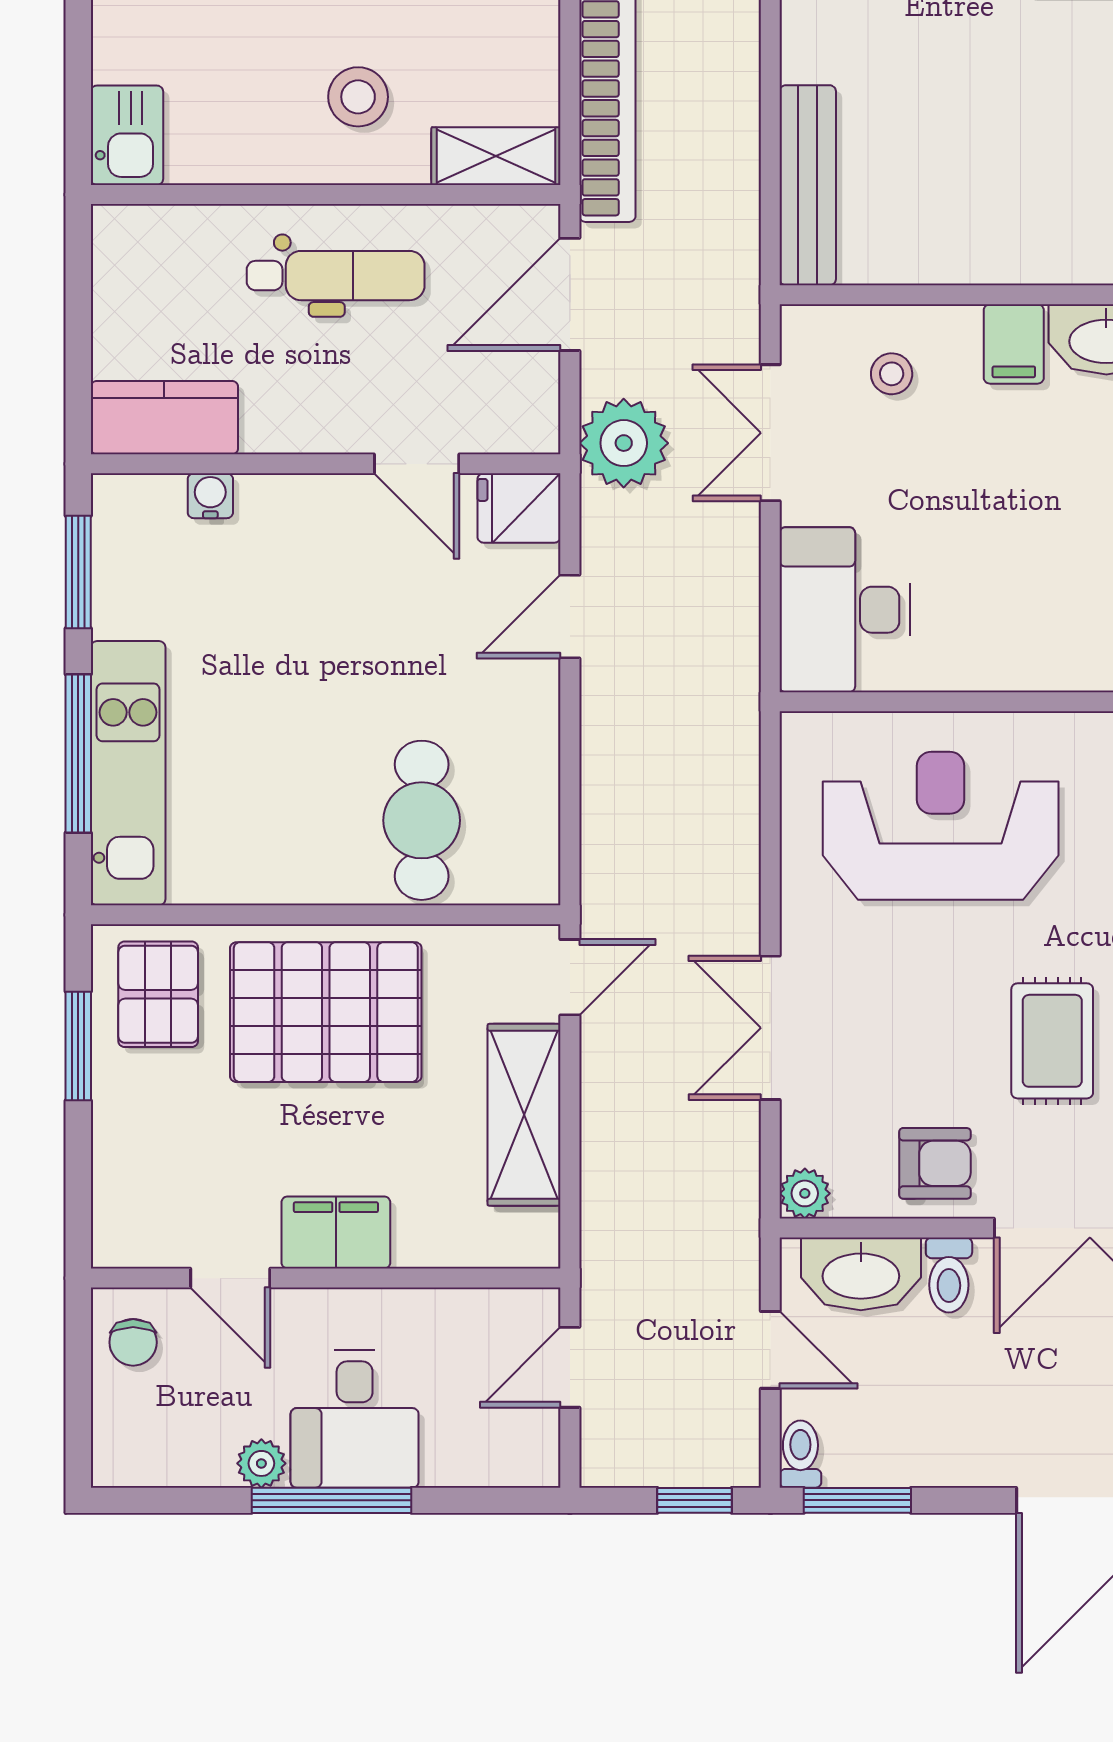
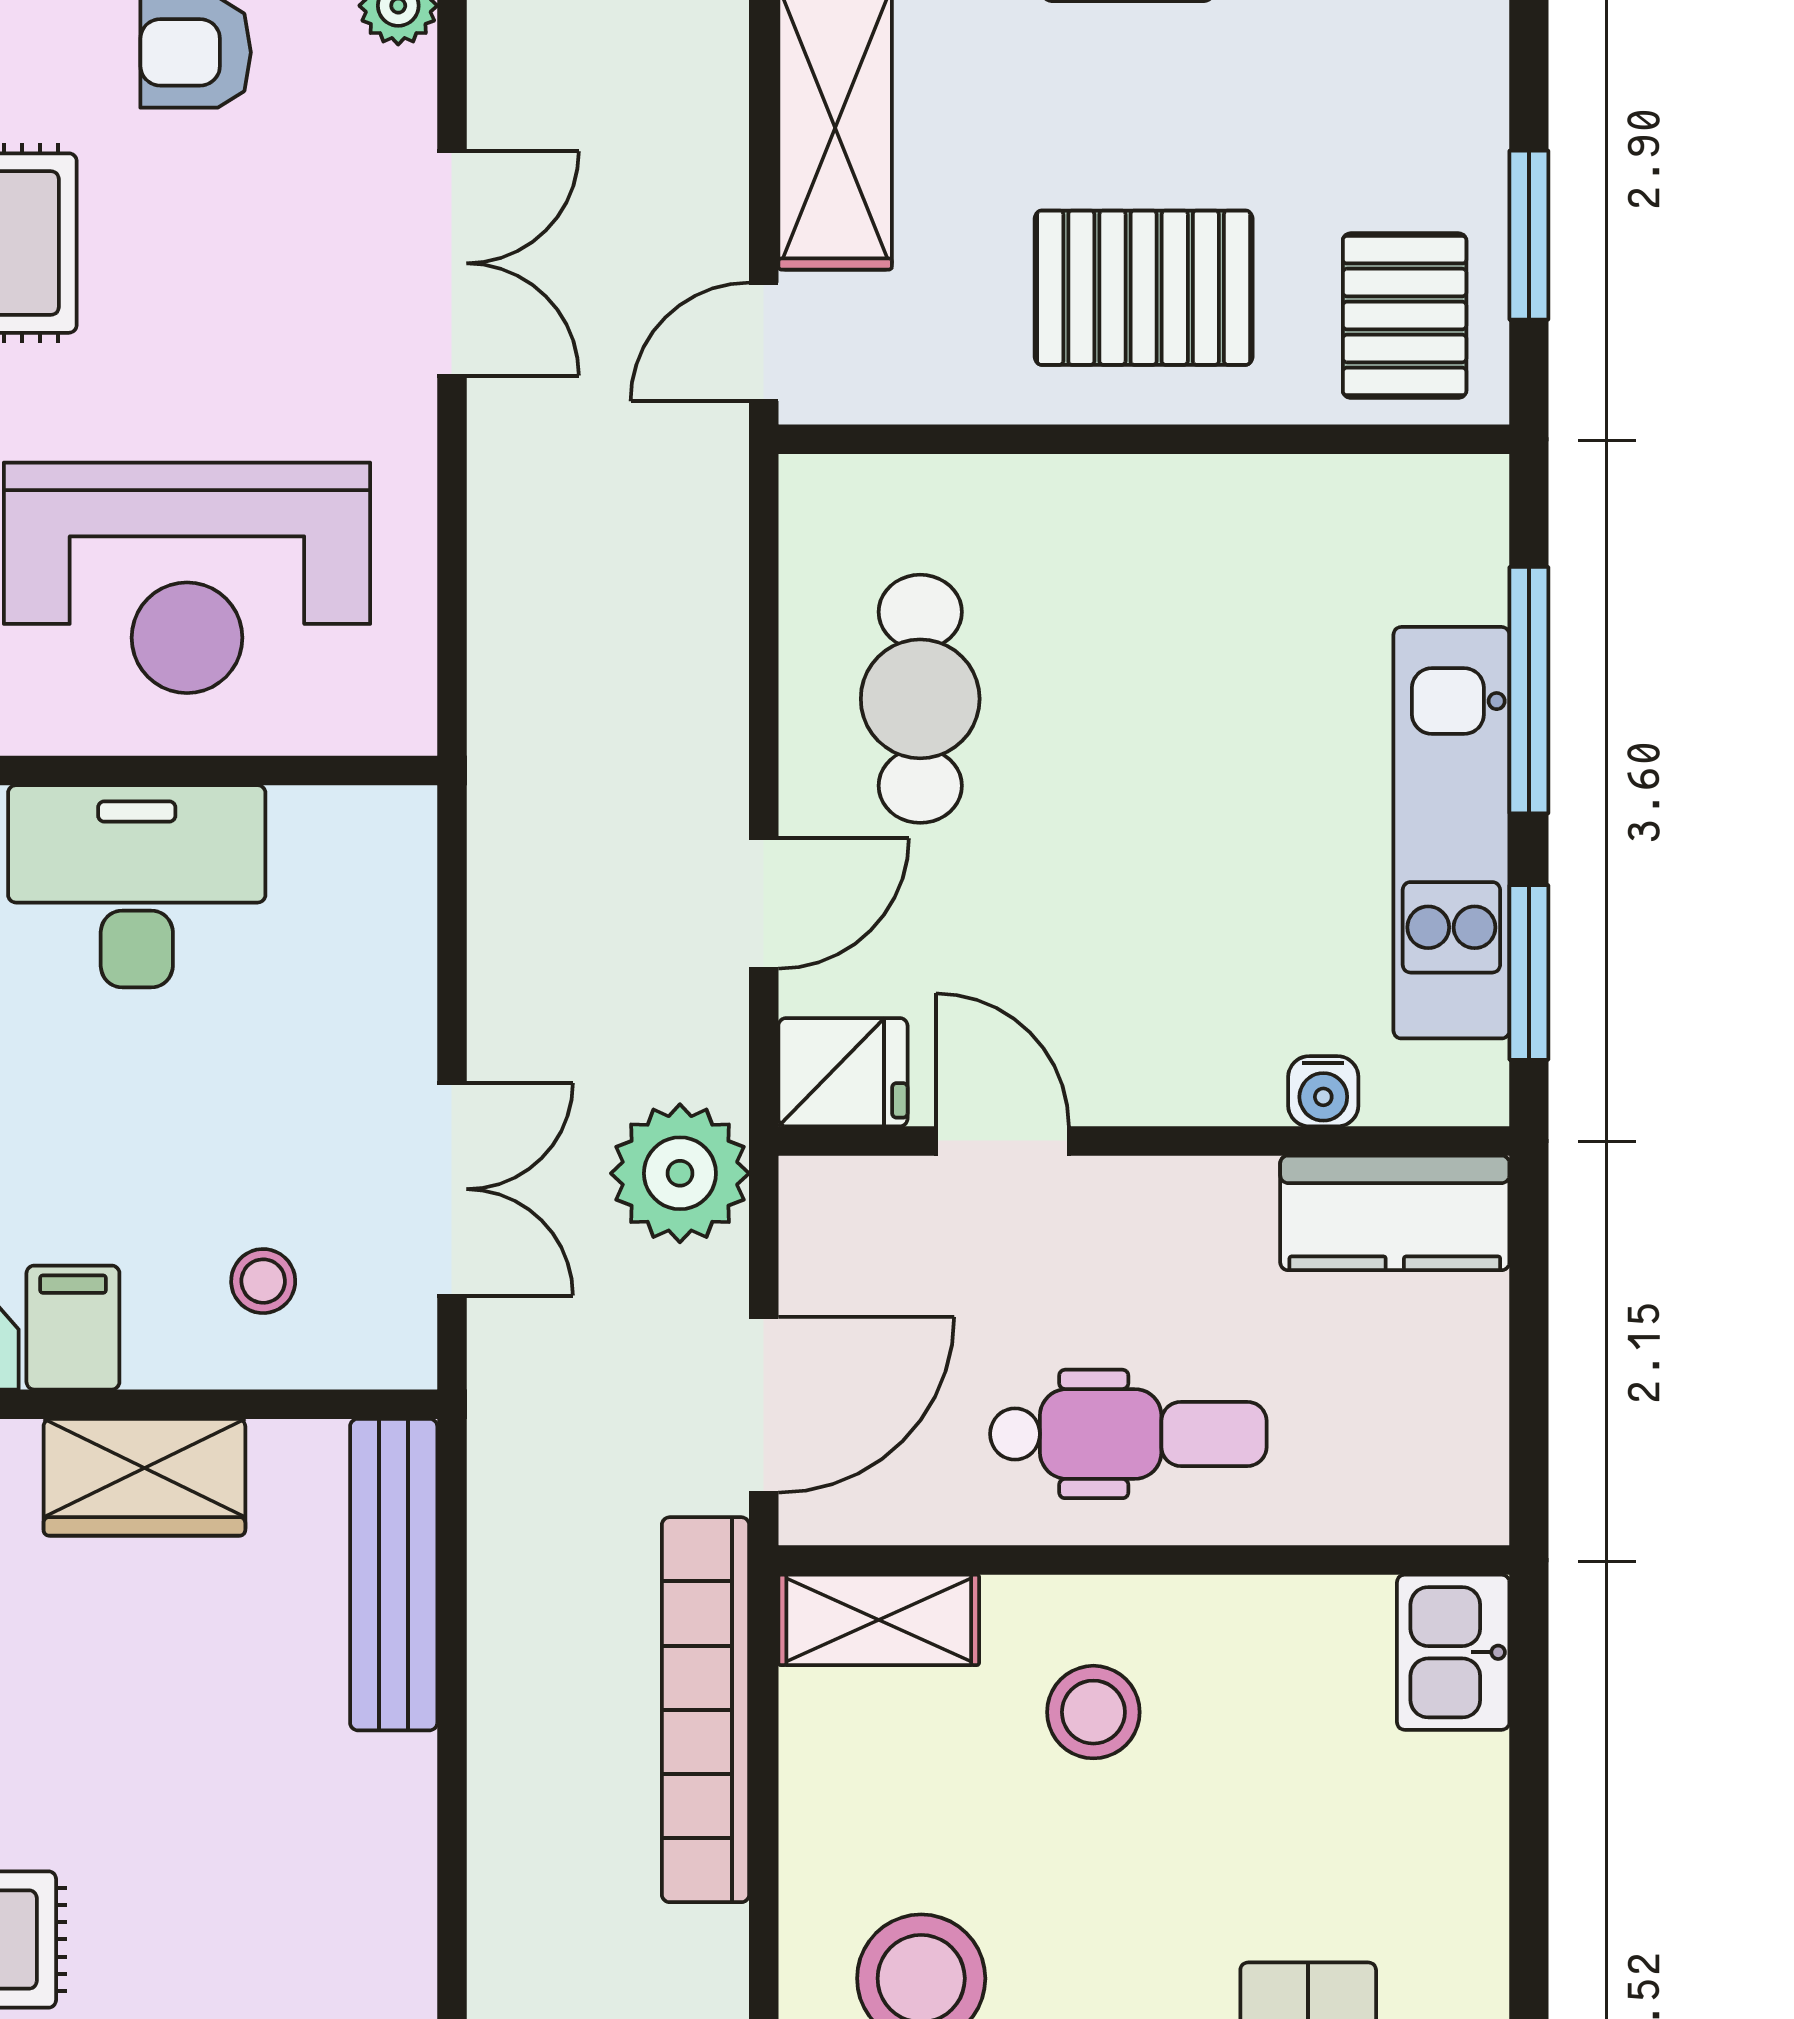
wardrobe: (968, 248) -> (144, 1477), added
dental chair: (336, 276) -> (1128, 1434), turned 180
desk: (845, 610) -> (137, 886), moved, turned -90
kitchen unit: (128, 773) -> (1451, 833), moved
cafe table: (422, 820) -> (920, 699), moved
pallet: (326, 1012) -> (1144, 288), width x0.73, depth x0.71

